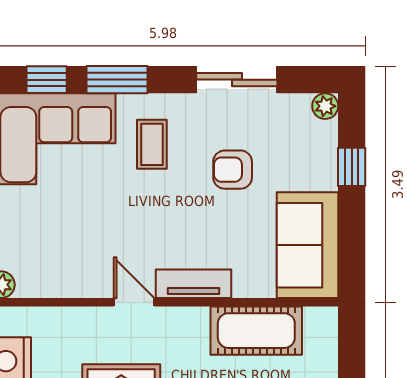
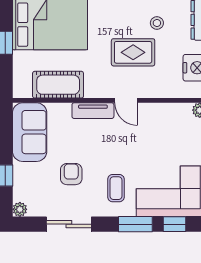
armchair: (233, 170) -> (71, 174), turned -90

